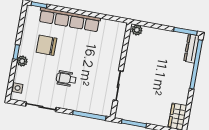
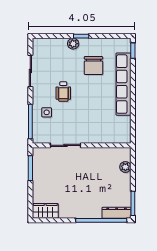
plant: (137, 30) -> (125, 167), moved
chair: (47, 45) -> (93, 66), turned 180
wheelchair: (66, 79) -> (63, 91), turned 180
side table: (18, 88) -> (47, 112), moved

